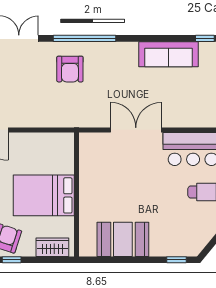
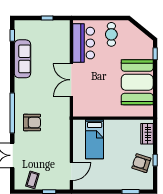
bed: (44, 195) -> (95, 139), moved, width x0.67
booth: (123, 239) -> (137, 82), width x1.36, depth x1.42

